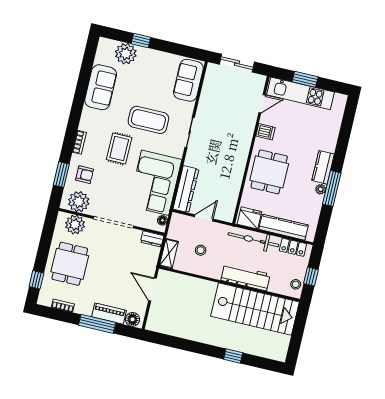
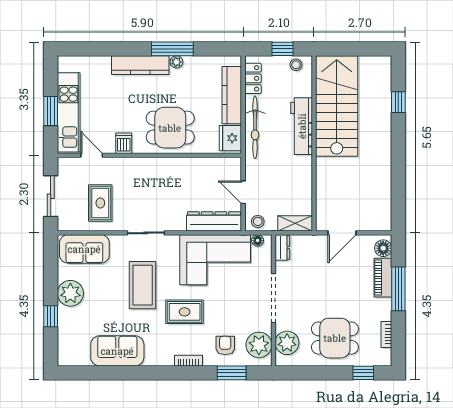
plant: (126, 54) -> (70, 293), moved
rug: (222, 102) -> (100, 203), added
kitchen counter: (323, 167) -> (140, 65), width x1.50
stool: (201, 250) -> (258, 221), moved
window: (233, 356) -> (398, 102), moved

